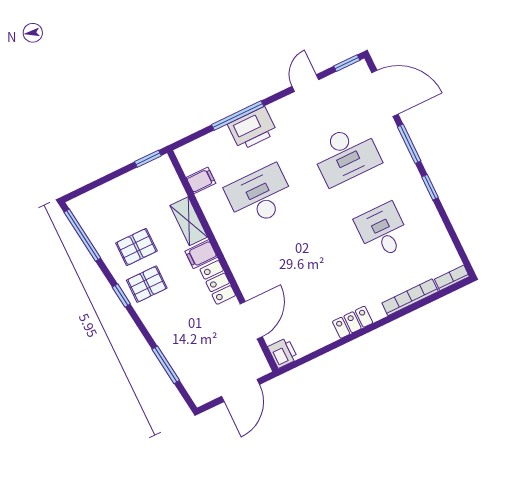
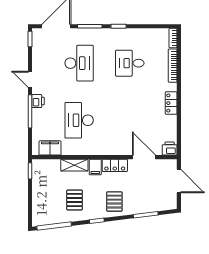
door: (305, 83) -> (30, 79), moved
printer: (252, 129) -> (38, 101), width x0.53, depth x0.68
filing cabinet: (201, 180) -> (50, 148), width x2.00
pallet: (147, 284) -> (114, 202), moved

